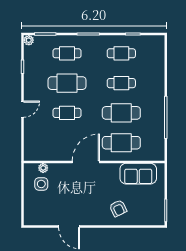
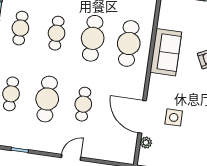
door: (23, 109) -> (71, 157), hinge flipped
door: (86, 162) -> (142, 117), moved
sofa: (138, 174) -> (166, 52), moved
side table: (41, 184) -> (174, 117), moved

